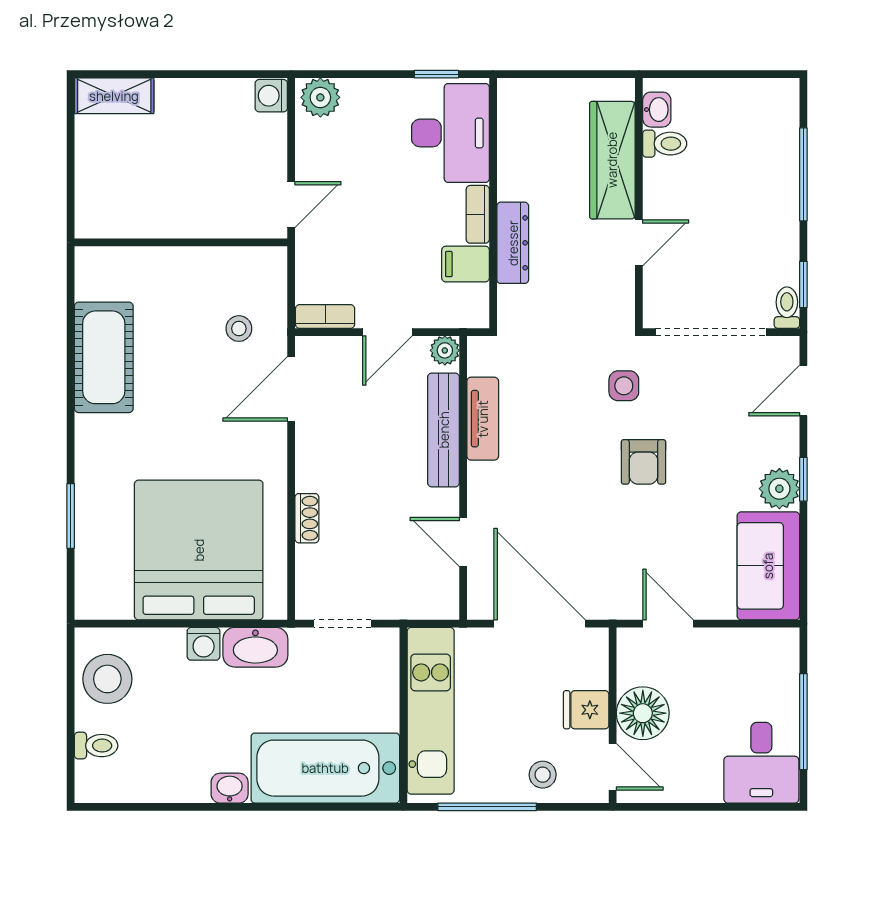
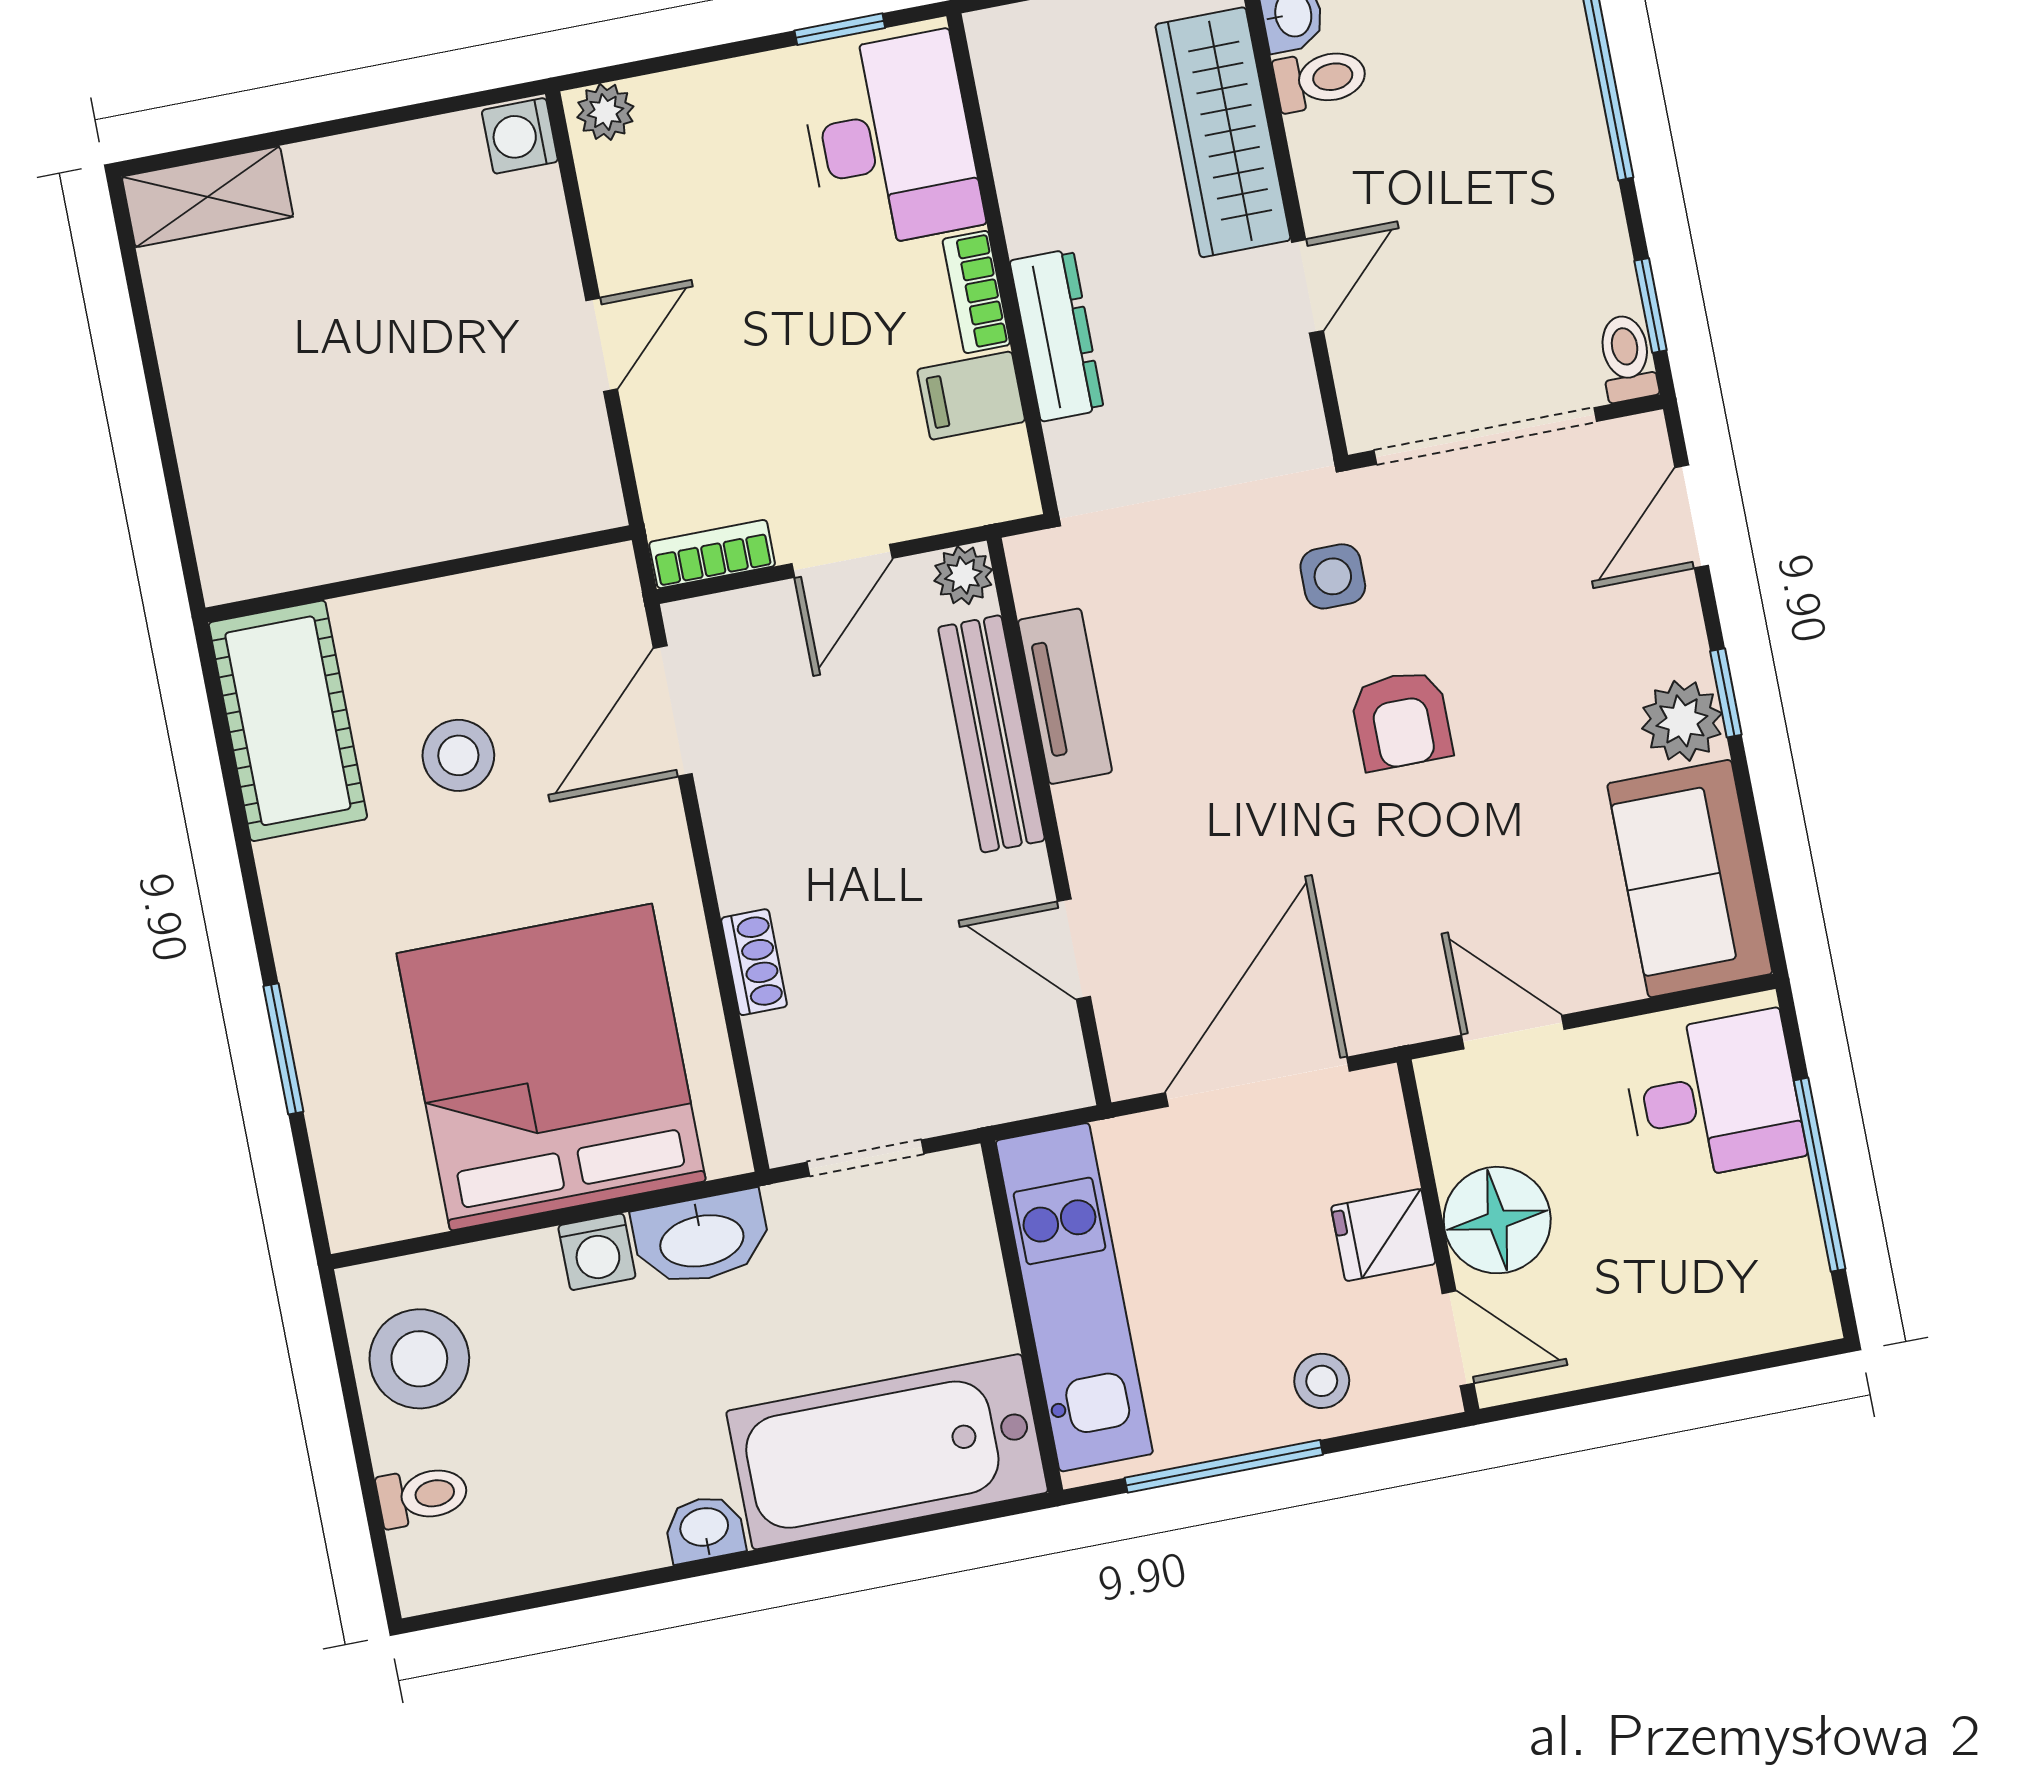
plant: (320, 97) -> (605, 112), width x0.73, depth x0.73
wall: (181, 242) -> (419, 574), moved
stool: (239, 329) -> (458, 755), moved, width x1.37, depth x1.37
door: (540, 624) -> (1258, 1082), hinge flipped
desk: (761, 763) -> (1713, 1097), moved, turned -90

